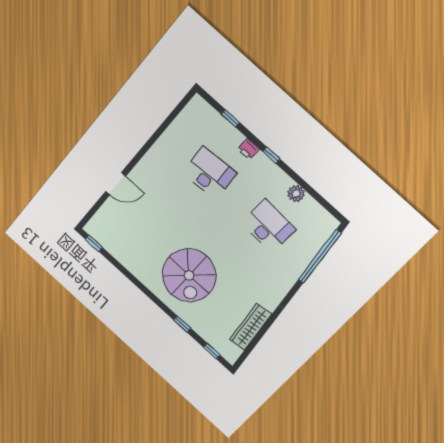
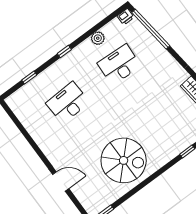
printer: (248, 149) -> (126, 17), moved
door: (116, 184) -> (61, 181), hinge flipped
spiral stairs: (189, 275) -> (124, 160), moved

